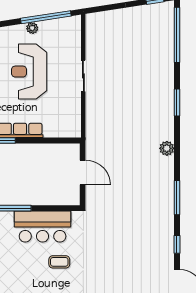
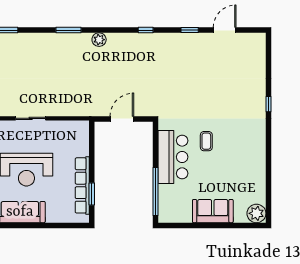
window: (177, 103) -> (68, 30), moved
window: (177, 198) -> (146, 30), width x0.46

